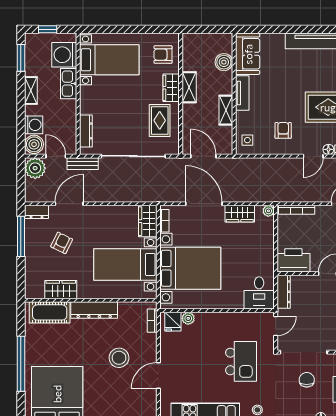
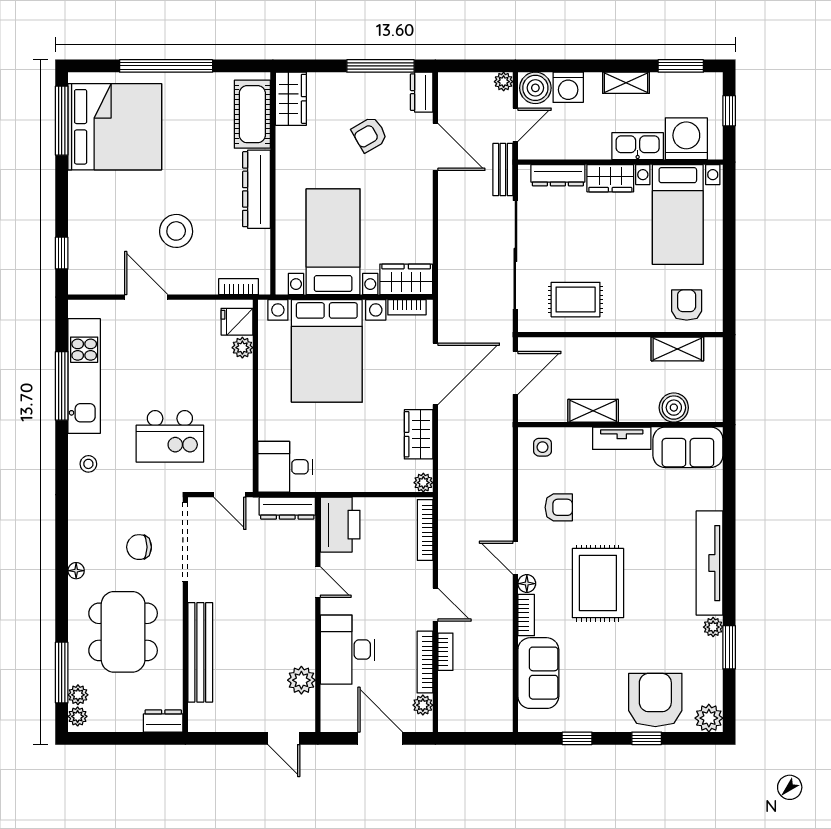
shelving: (189, 87) -> (677, 349), moved
wardrobe: (171, 88) -> (610, 178), moved, turned 180
plant: (35, 168) -> (504, 82), width x0.53, depth x0.53
armchair: (62, 243) -> (369, 134), turned 124
wardrobe: (61, 290) -> (291, 99), moved
chair: (307, 380) -> (139, 547), turned 180

